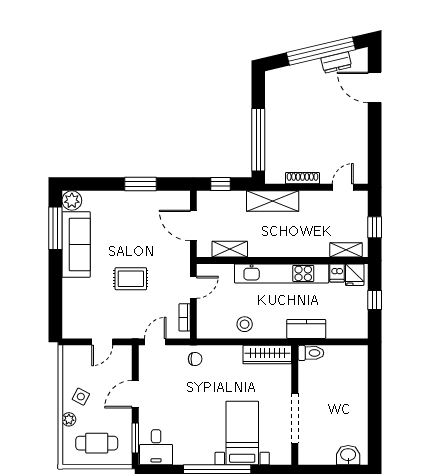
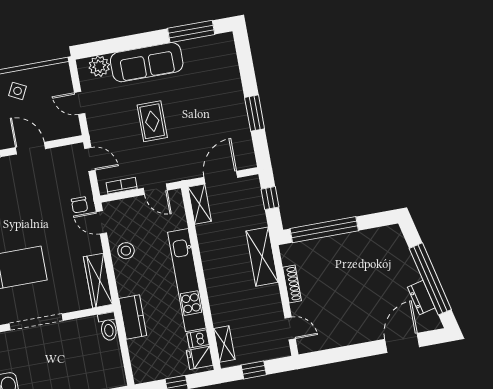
plant: (72, 201) -> (99, 66), moved
sofa: (76, 245) -> (147, 62), moved
shelving: (230, 249) -> (200, 204), moved
door: (215, 342) -> (101, 222), added

